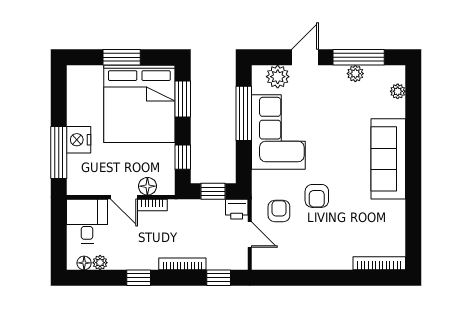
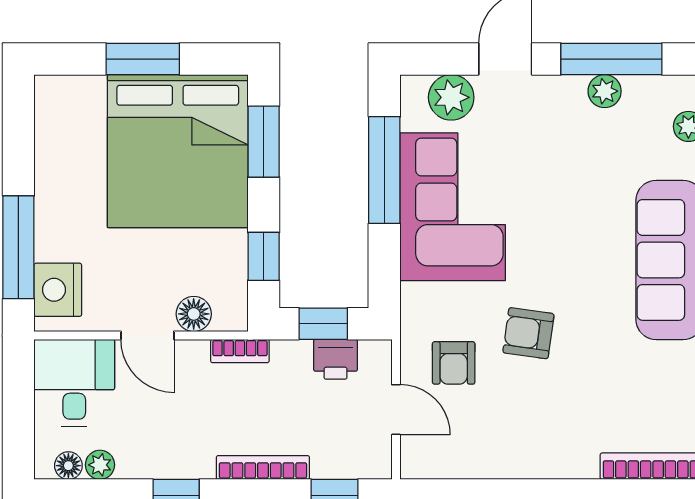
nightstand: (79, 140) -> (58, 290), moved
armchair: (317, 196) -> (528, 333), turned 98
bookcase: (152, 205) -> (240, 351), moved
printer: (237, 209) -> (336, 359), moved
armchair: (279, 211) -> (454, 363), turned 180

